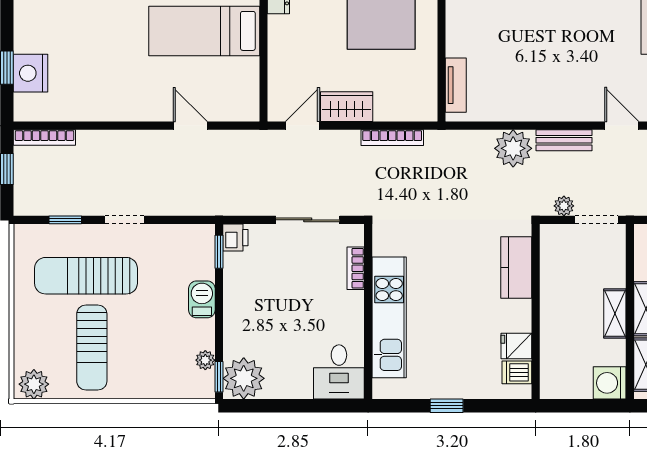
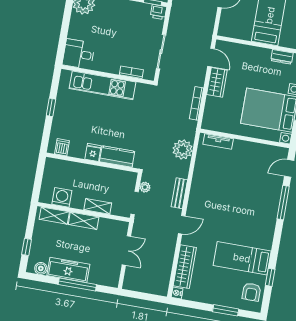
plant: (513, 148) -> (183, 149), moved
shelving: (615, 313) -> (98, 206), moved
fridge: (516, 346) -> (93, 152), moved
washing machine: (610, 383) -> (62, 197), moved

